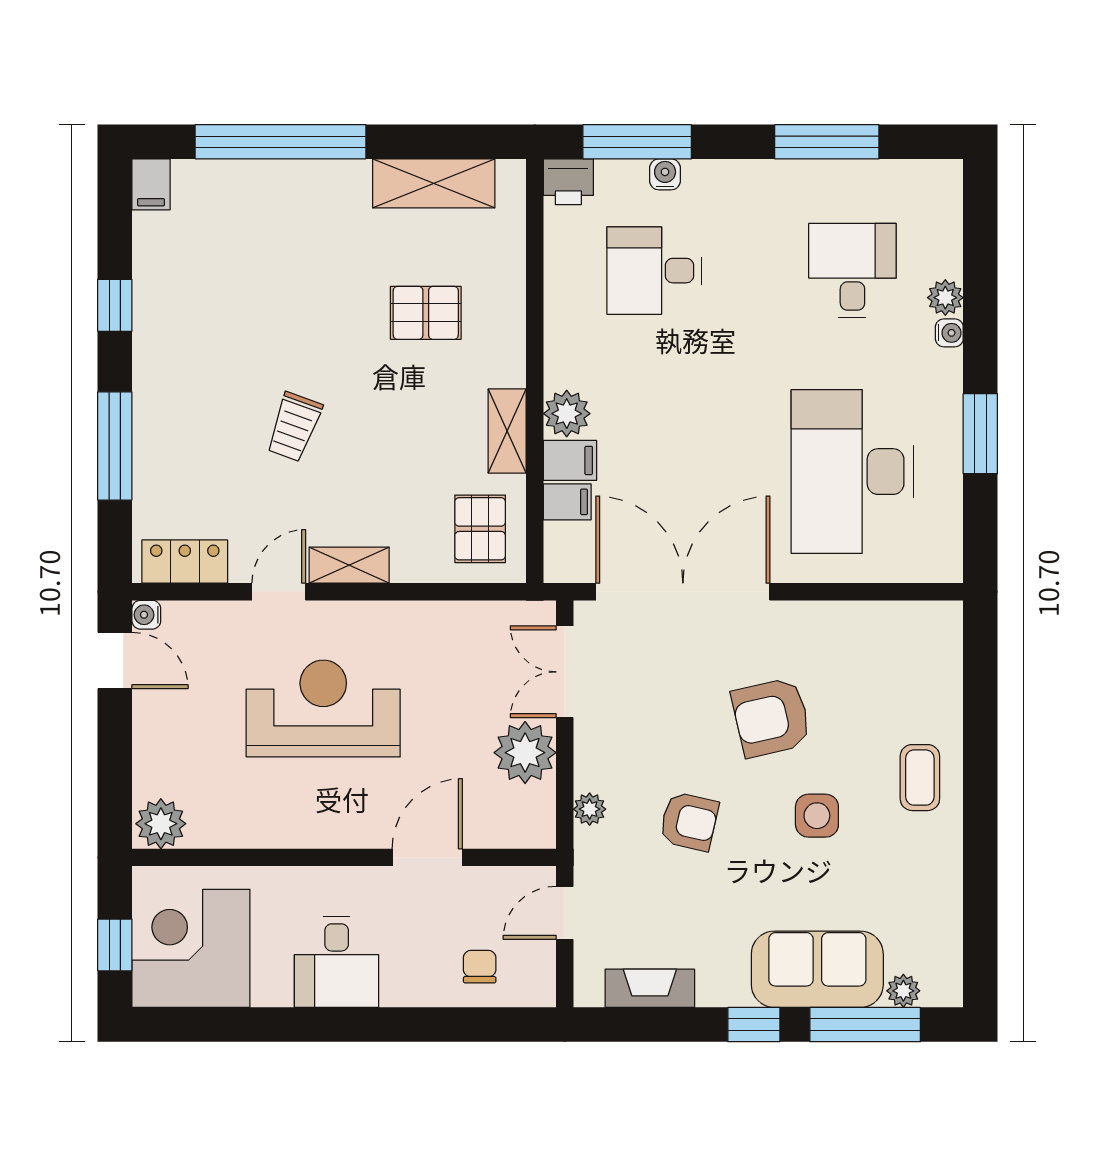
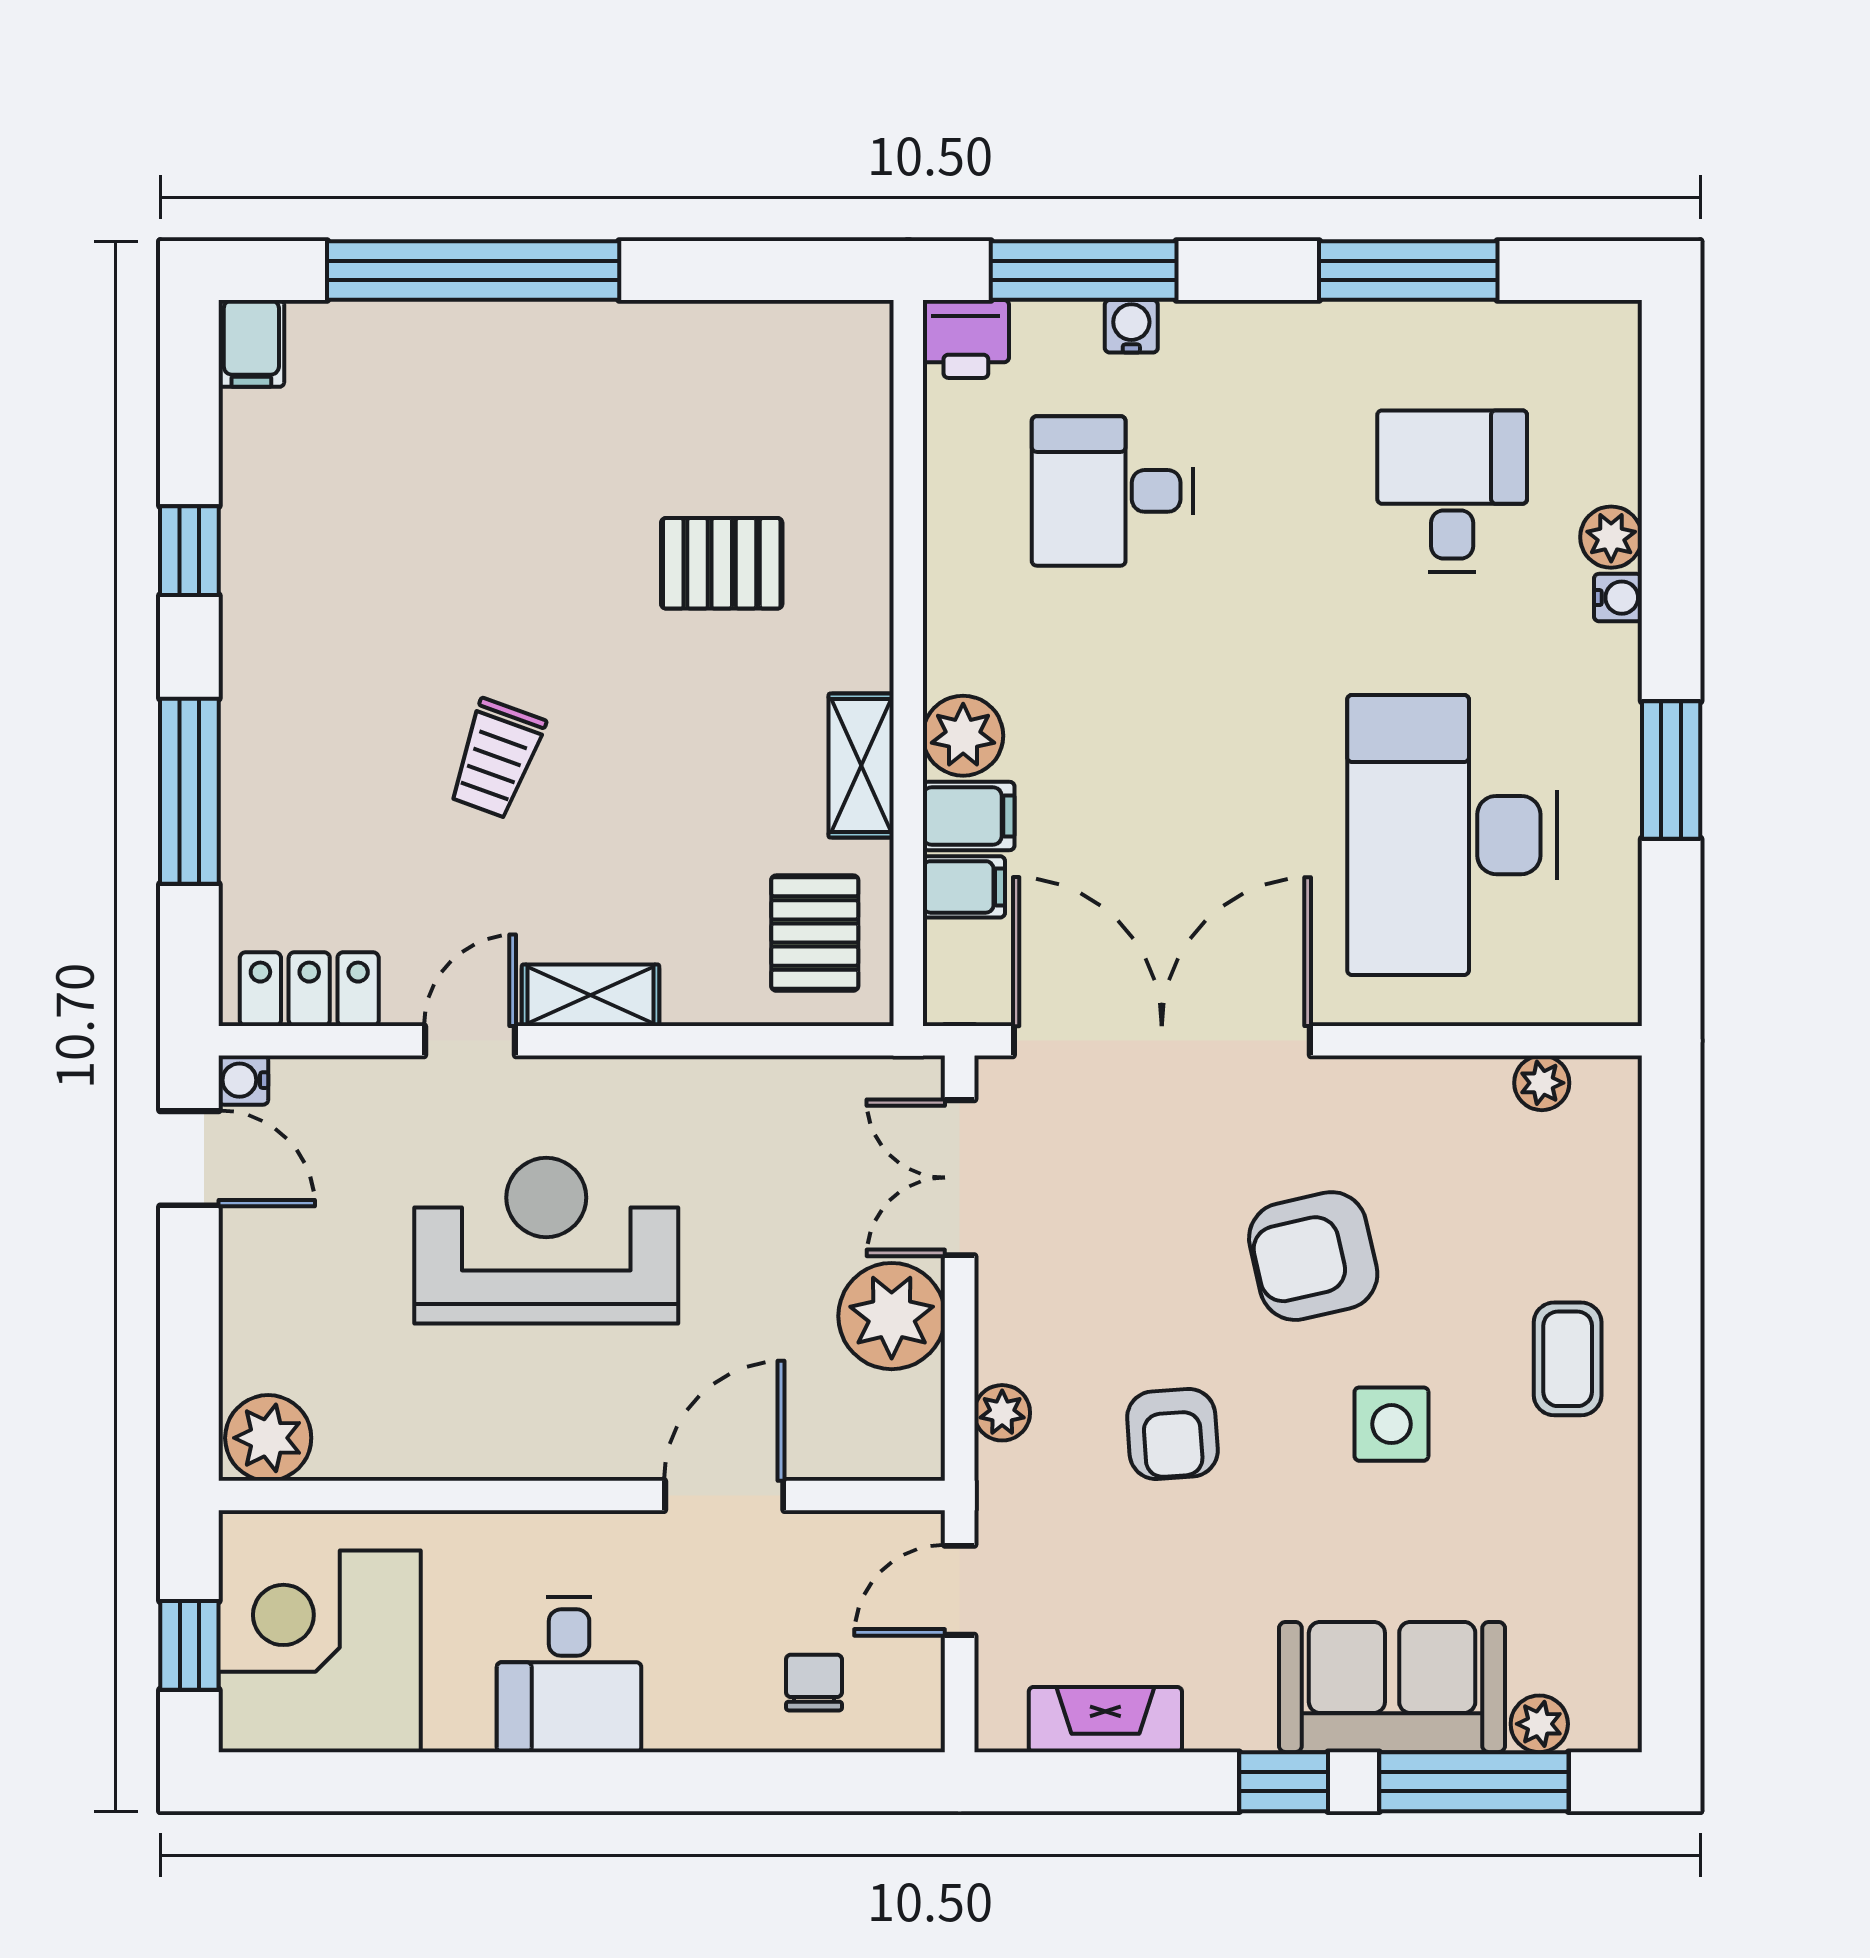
shelving: (434, 183) -> (735, 342), removed
plant: (905, 616) -> (1542, 1083), added
armchair: (689, 821) -> (1172, 1434), turned 73

